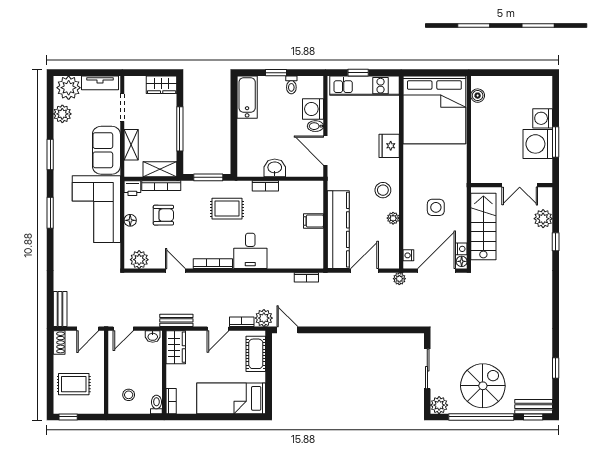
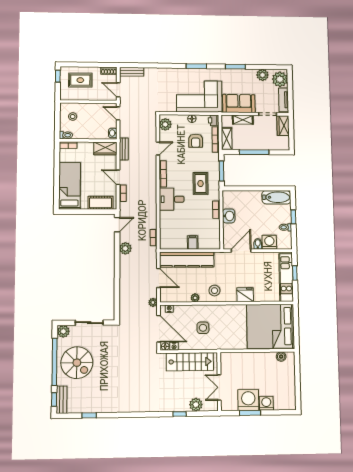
wardrobe: (162, 85) -> (283, 126), moved
plant: (264, 318) -> (125, 248), moved
rug: (74, 384) -> (80, 80), turned 90

